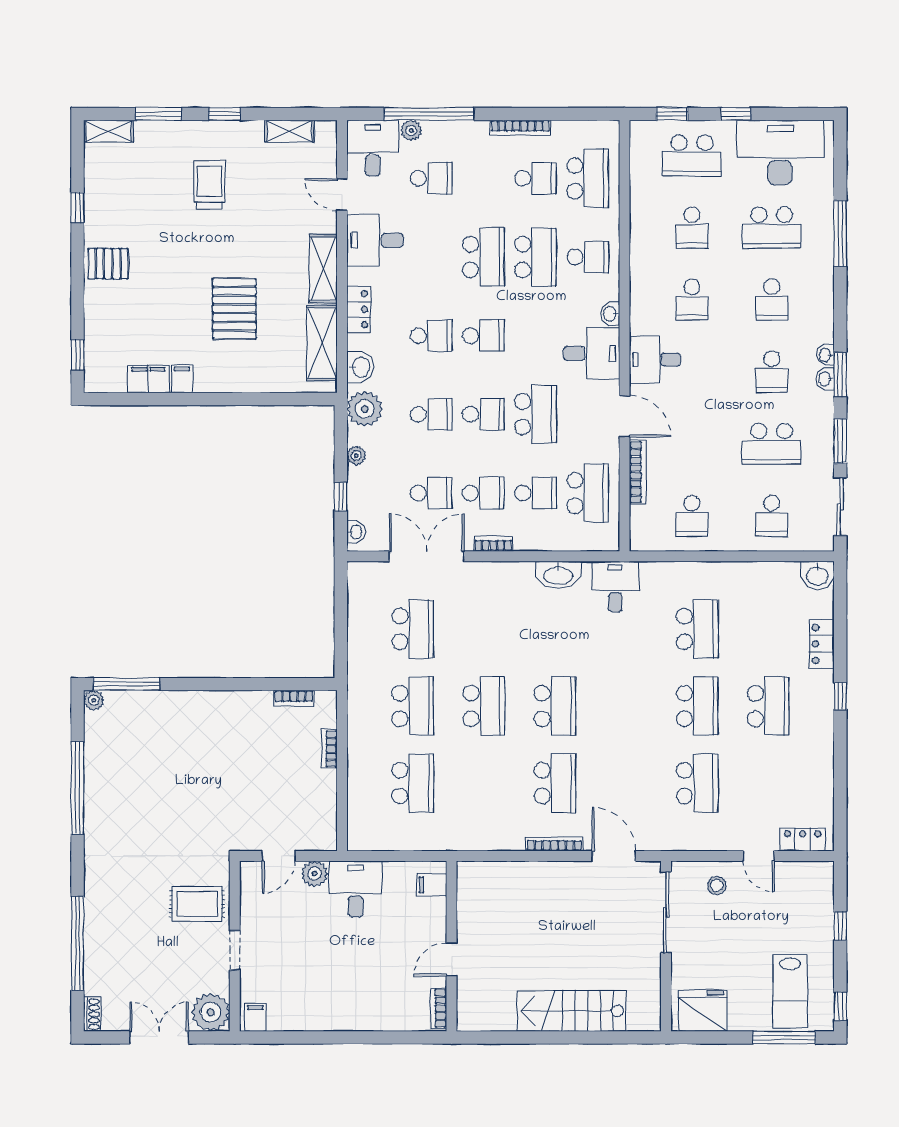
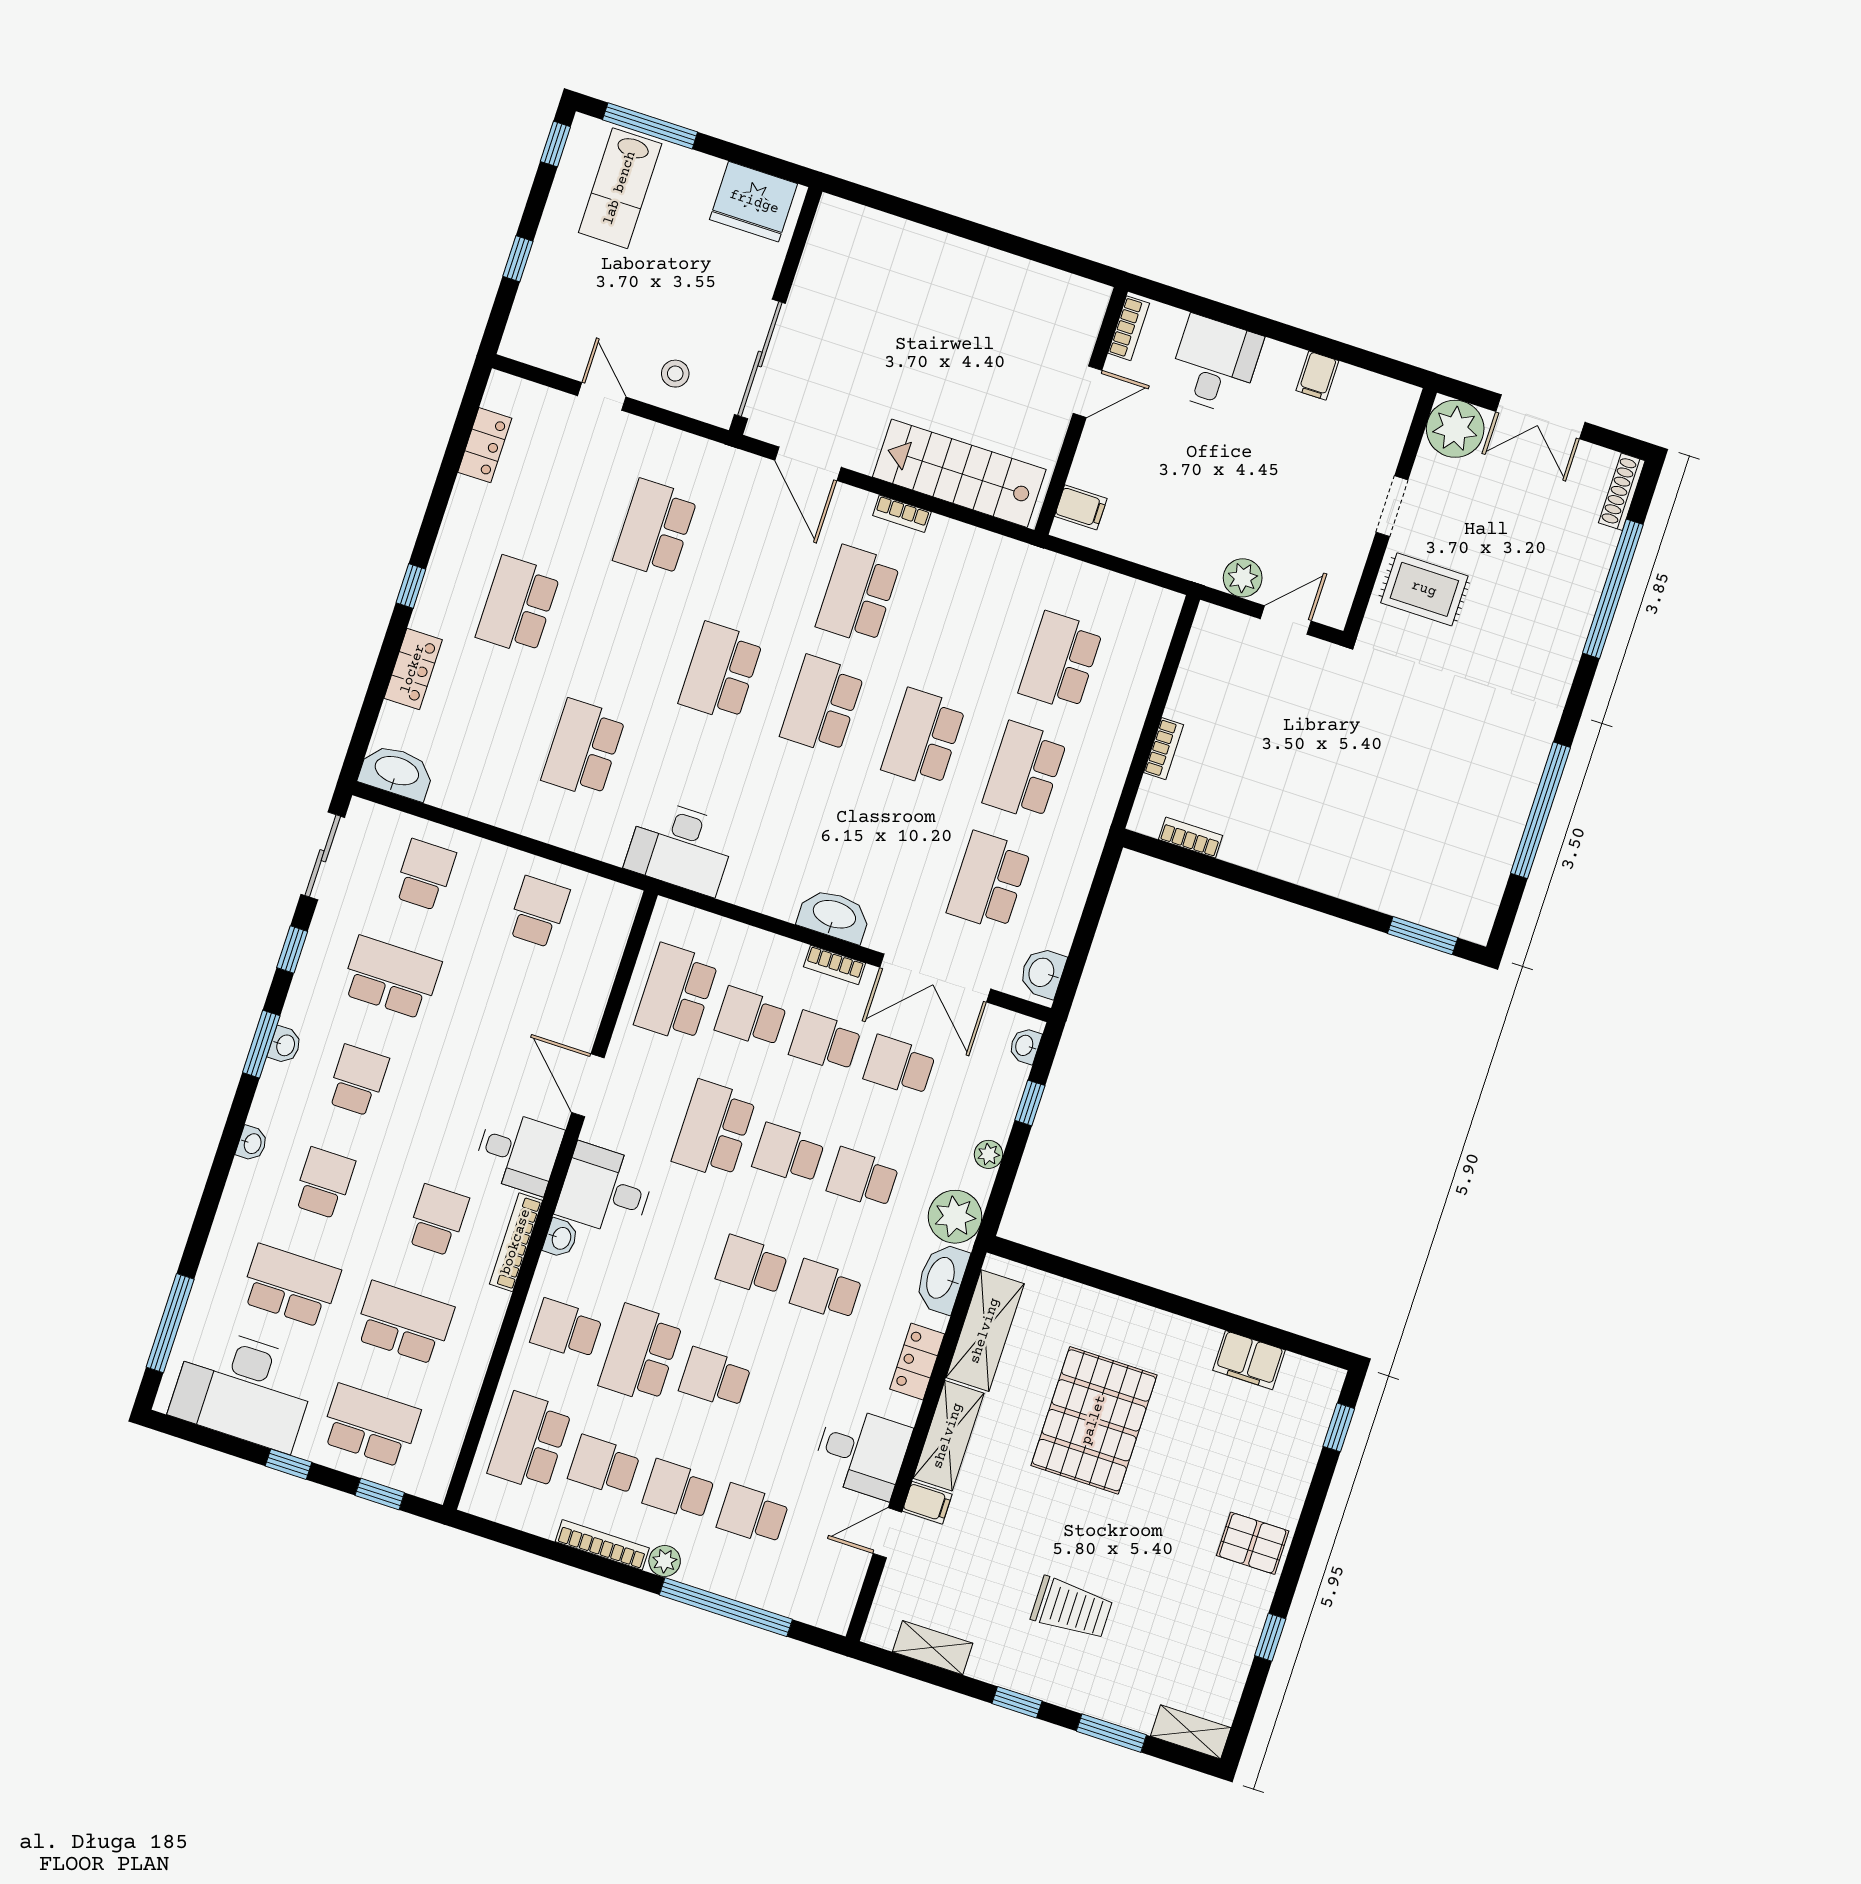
plant: (411, 130) -> (665, 1561), moved
desk: (373, 148) -> (822, 1585), removed
school desk: (483, 178) -> (678, 1490), added
trolley: (209, 185) -> (1072, 1608), turned -90
door: (342, 195) -> (887, 1533), swing flipped
school desk: (692, 228) -> (404, 1323), width x1.85
window: (840, 234) -> (170, 1323), moved
school desk: (483, 257) -> (715, 1378), width x0.54
pallet: (234, 309) -> (1094, 1420), width x1.37, depth x1.41
washbasin: (826, 355) -> (252, 1143), moved
washbasin: (360, 367) -> (942, 1278), width x1.38
filing cabinet: (182, 379) -> (927, 1503), moved, turned -90
window: (840, 441) -> (292, 949), width x0.67
bookcase: (638, 472) -> (516, 1242), moved
washbasin: (558, 575) -> (834, 915), moved
washbasin: (817, 575) -> (396, 772), width x1.38
washbasin: (360, 582) -> (1042, 973), added
desk: (615, 586) -> (681, 847), width x1.37
window: (126, 684) -> (1423, 936), width x0.69
plant: (94, 700) -> (1477, 928), removed
school desk: (697, 706) -> (721, 672), moved
locker: (803, 840) -> (485, 445), moved, turned -90
bookcase: (554, 844) -> (902, 514), width x0.64
desk: (356, 889) -> (1215, 364), moved, turned 180
lab bench: (790, 992) -> (620, 188), turned 180
stairs: (572, 1011) -> (959, 473), moved, turned 180
shoe rack: (92, 1014) -> (1622, 492), width x1.43
filing cabinet: (255, 1017) -> (1317, 376), moved

